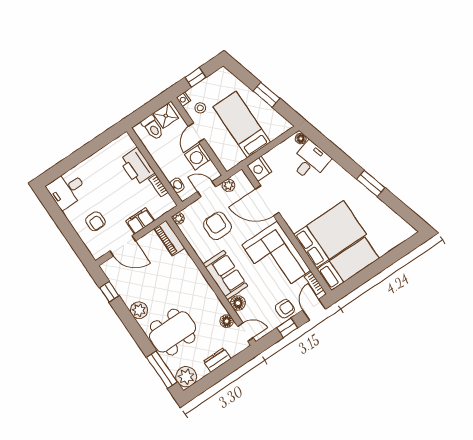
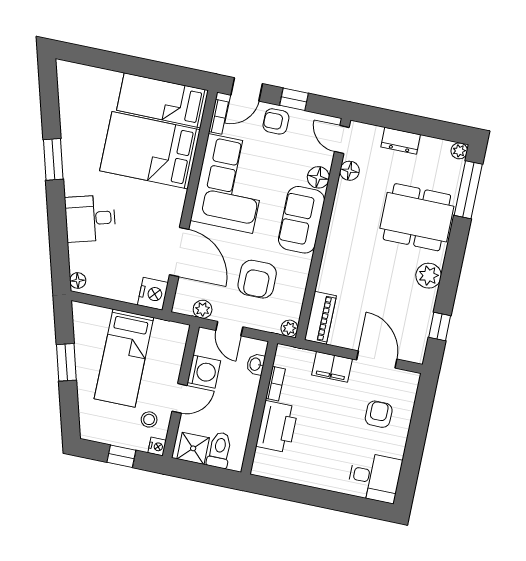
desk: (310, 161) -> (90, 218), moved
plant: (186, 377) -> (459, 151), width x0.53, depth x0.53

